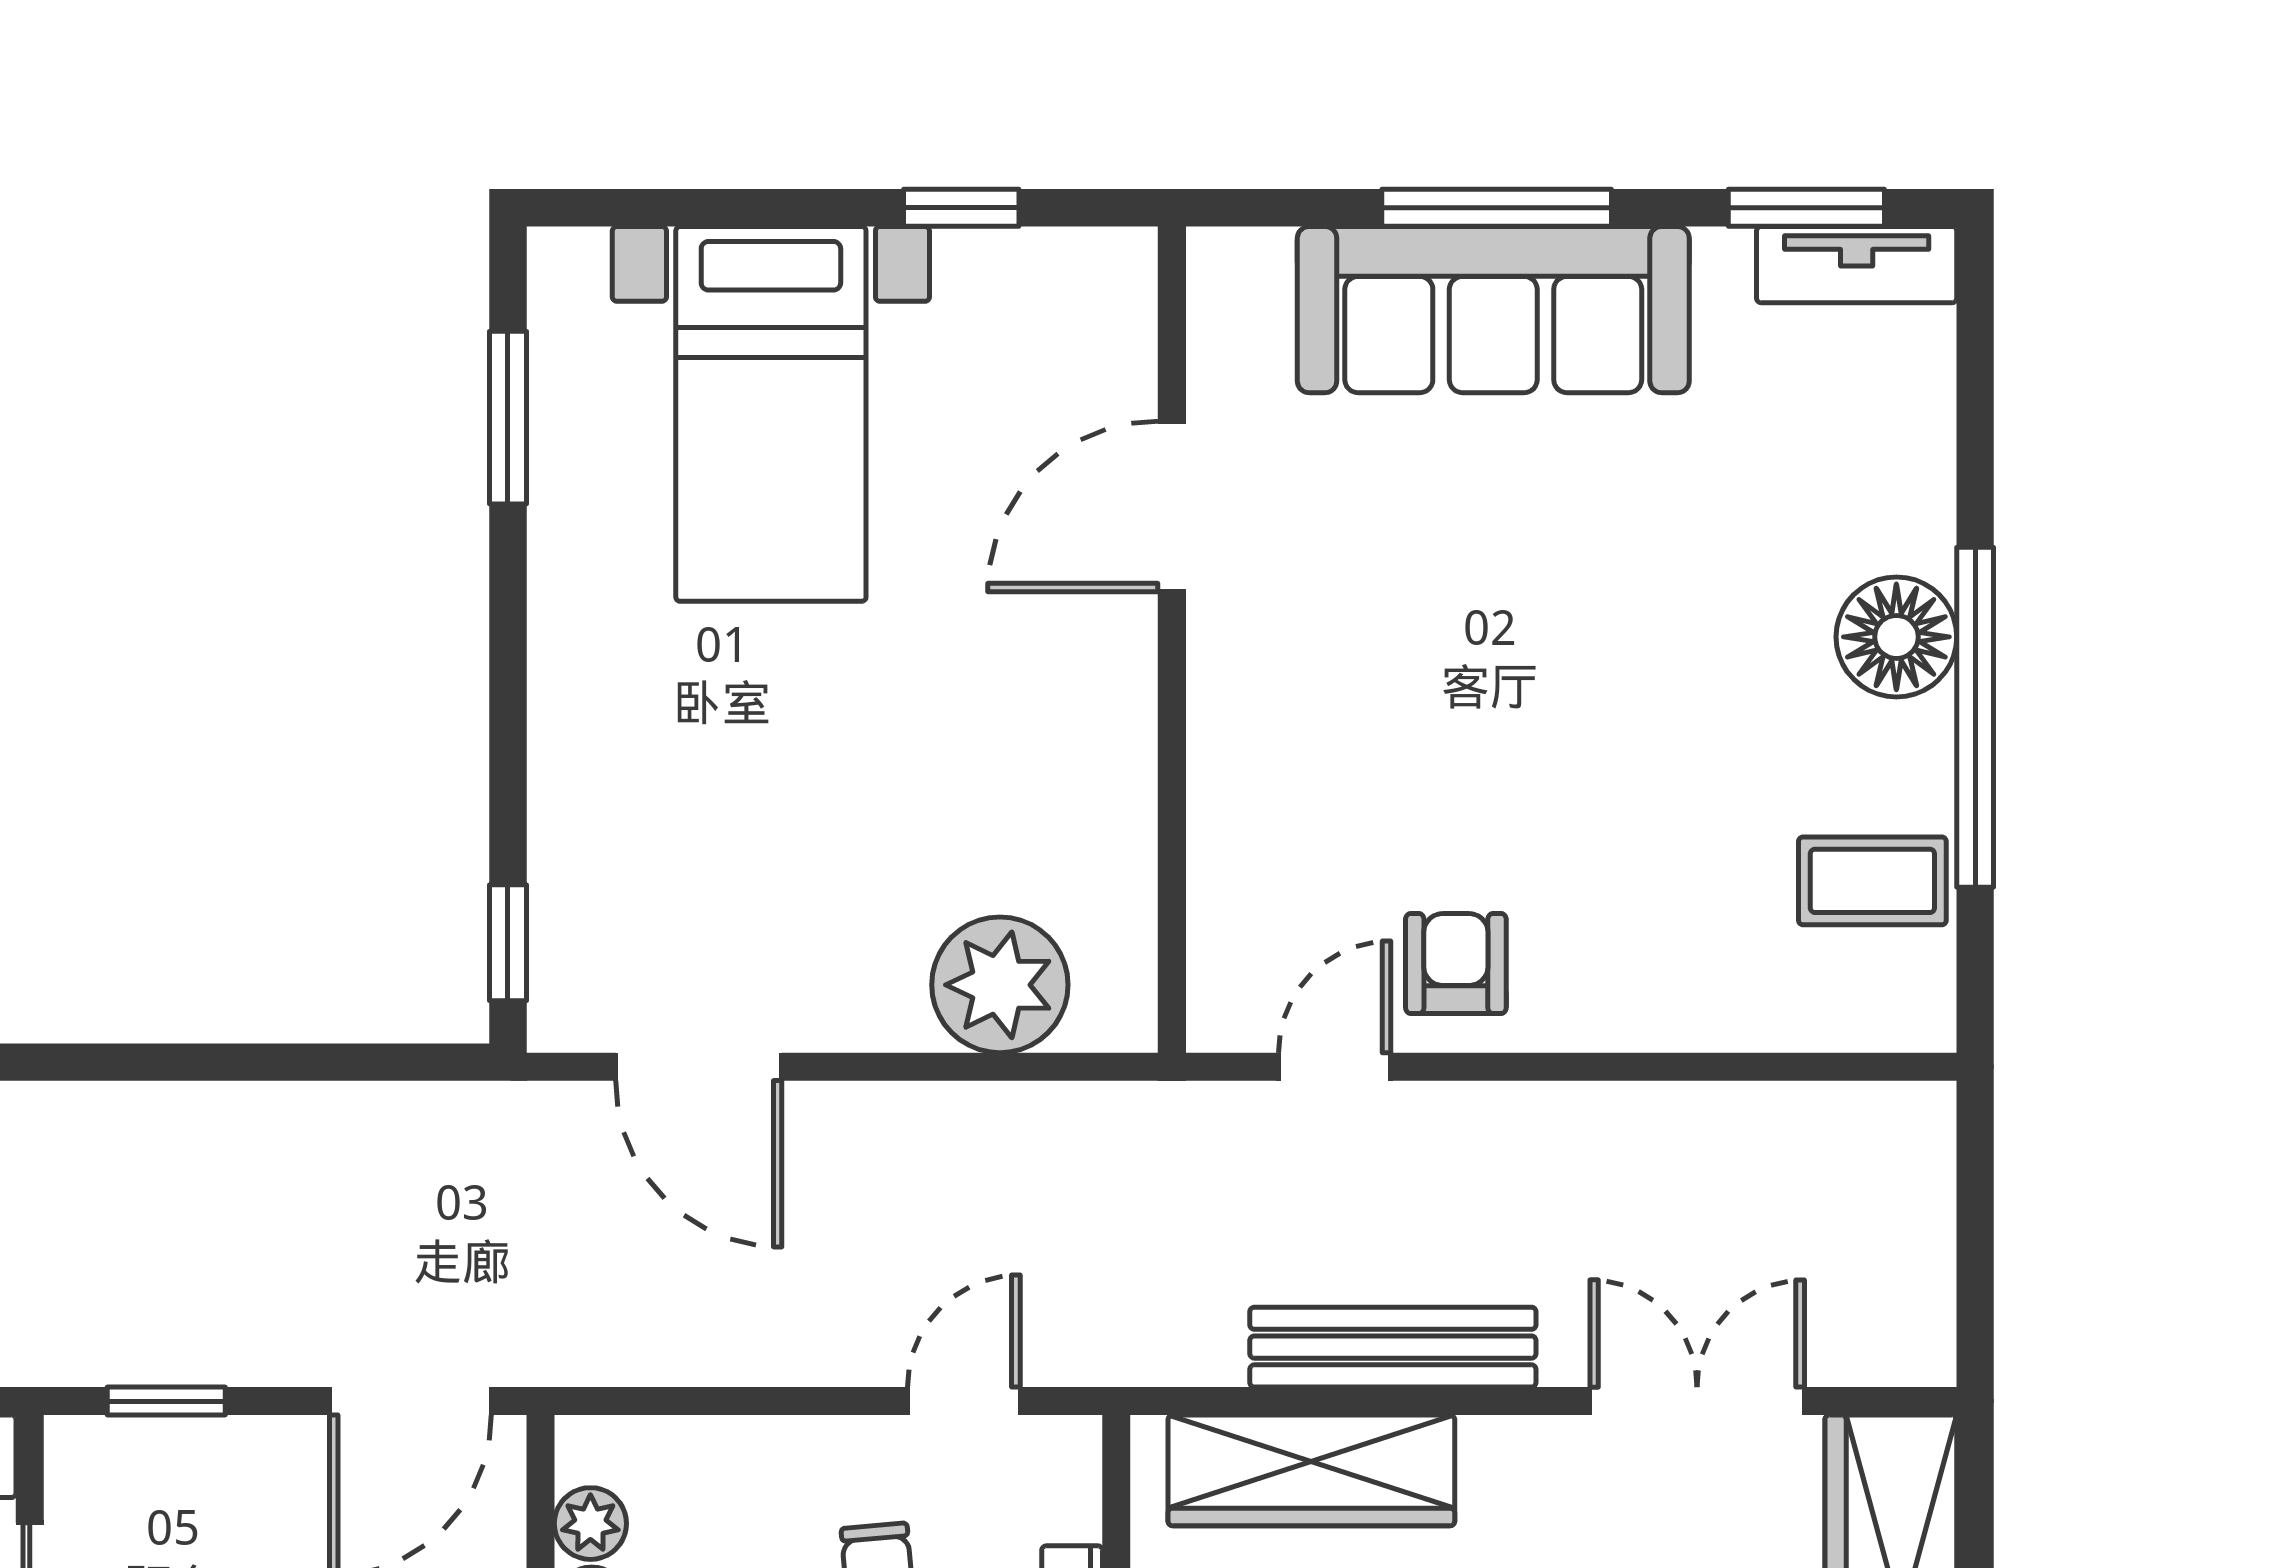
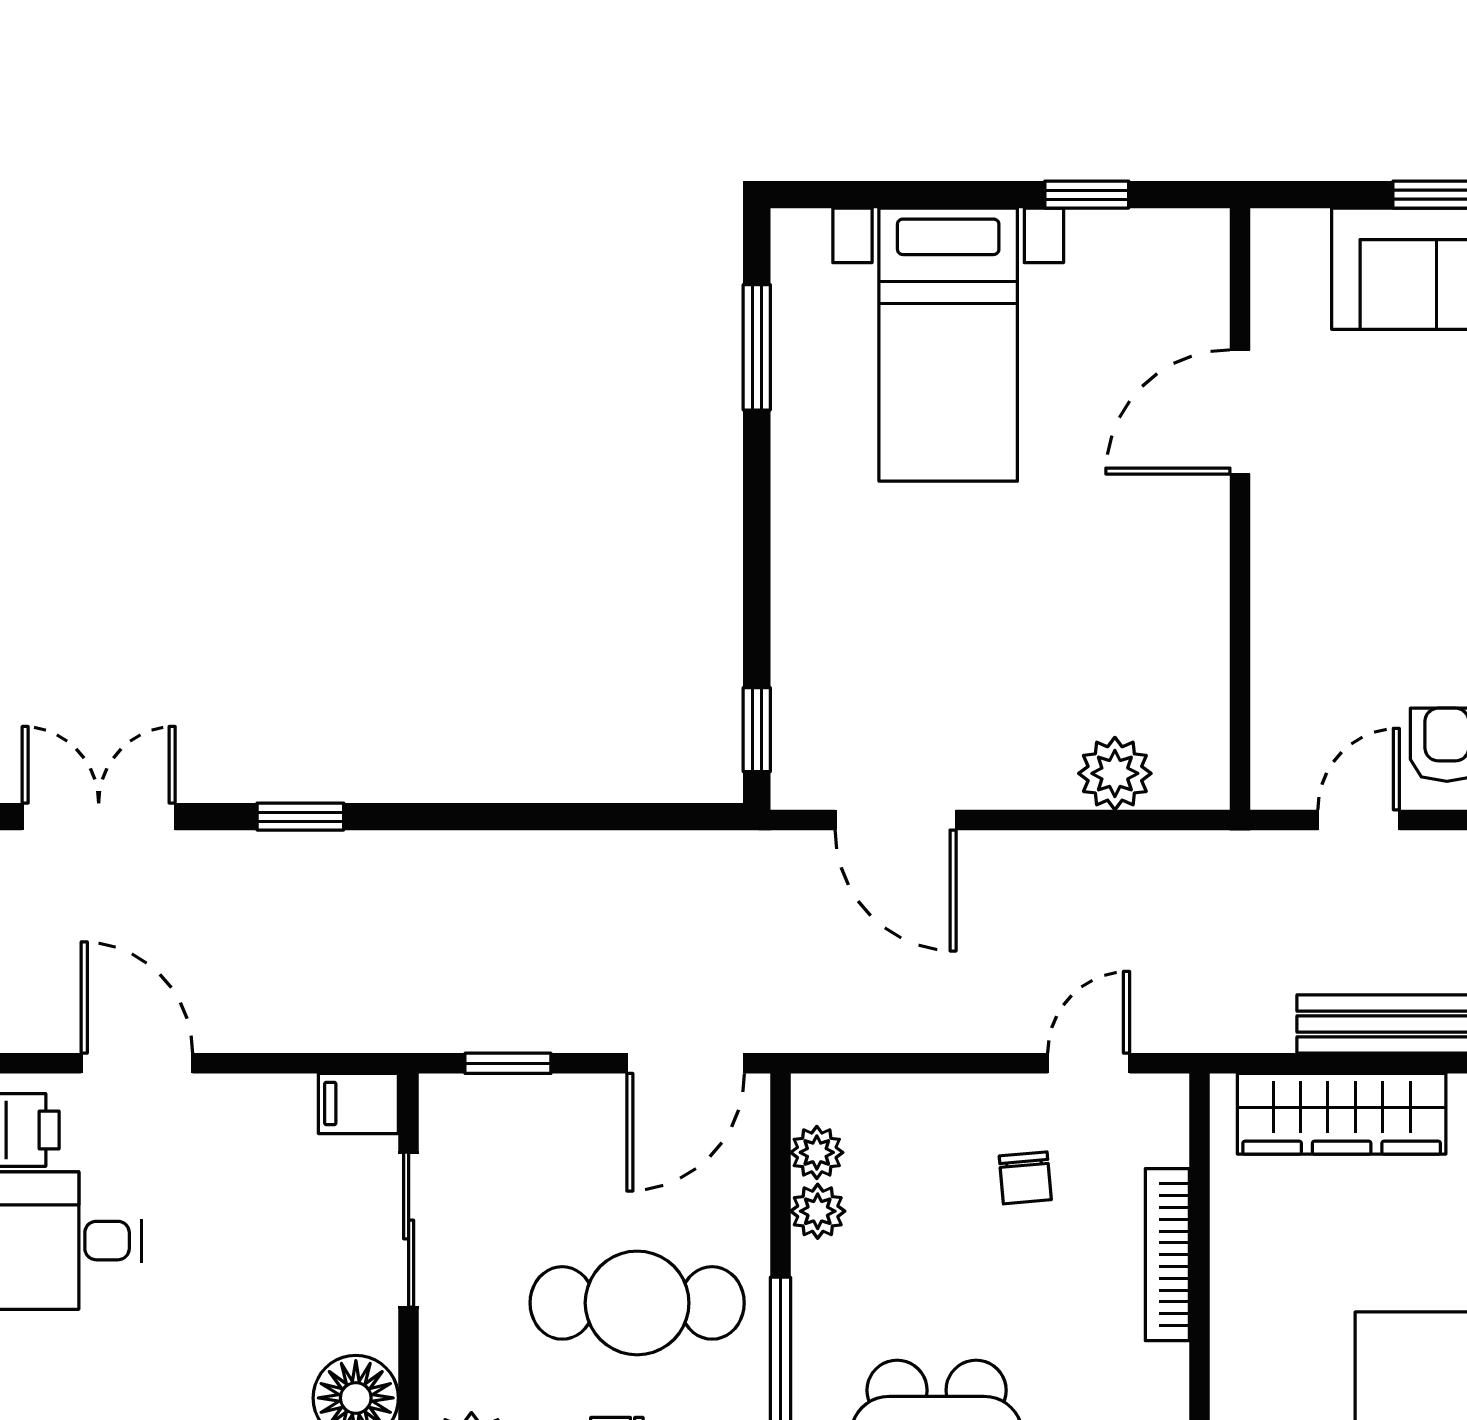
plant: (1000, 985) -> (1115, 773), width x0.73, depth x0.73

